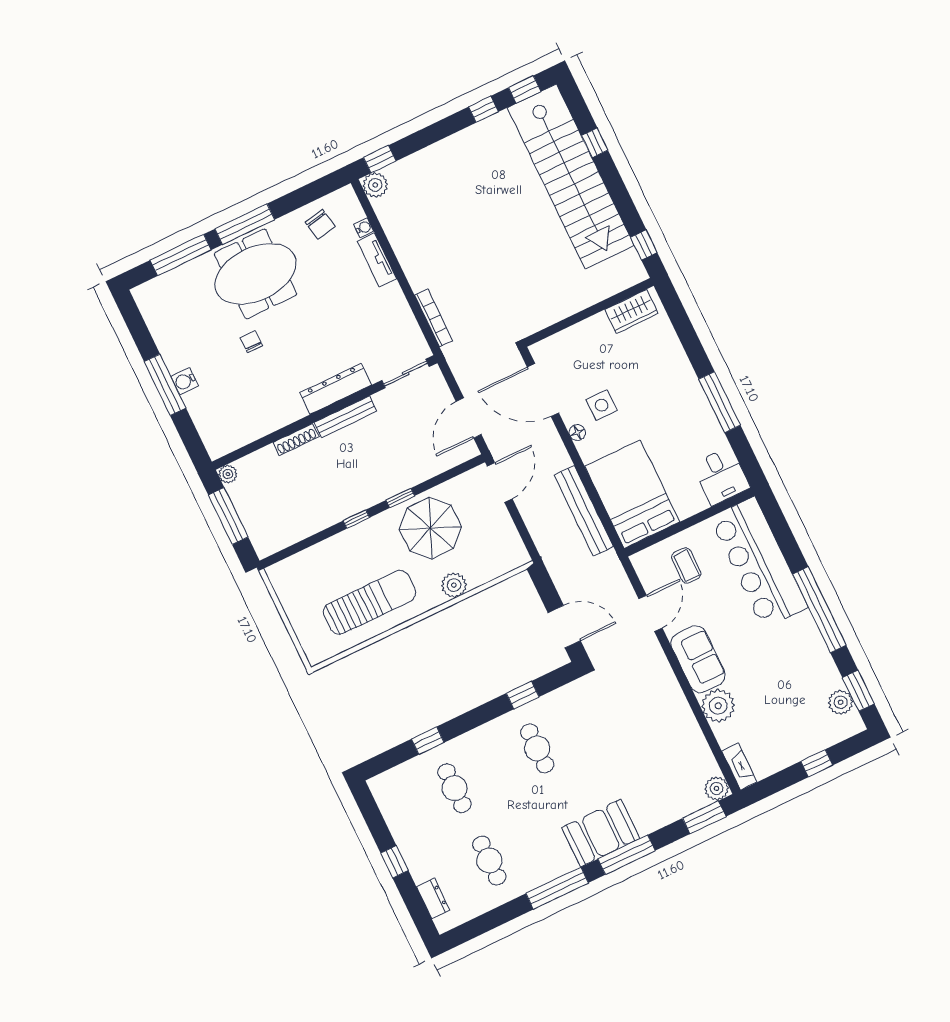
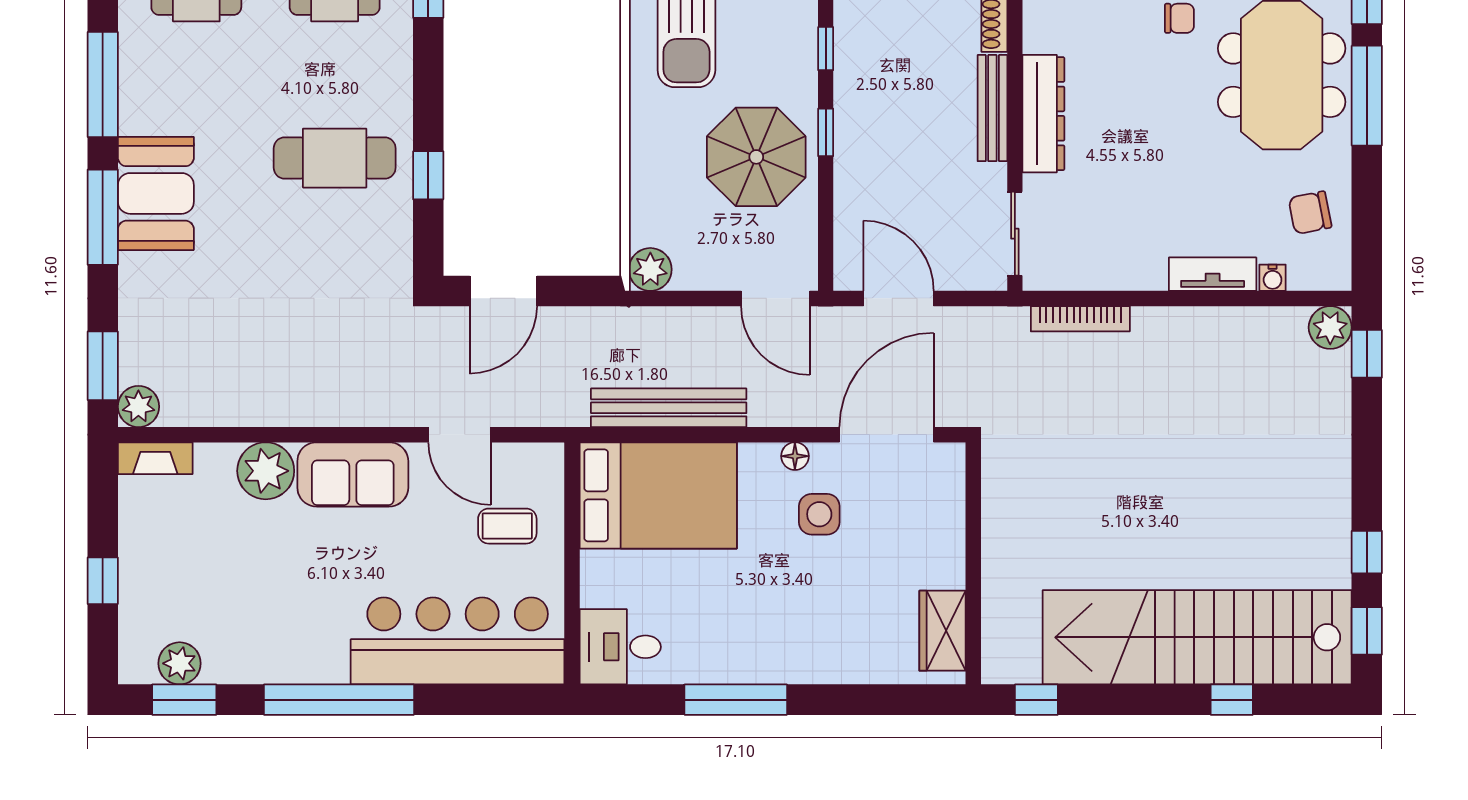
plant: (454, 585) -> (650, 269), moved
cafe table: (537, 748) -> (335, 158), width x1.37, depth x1.35

